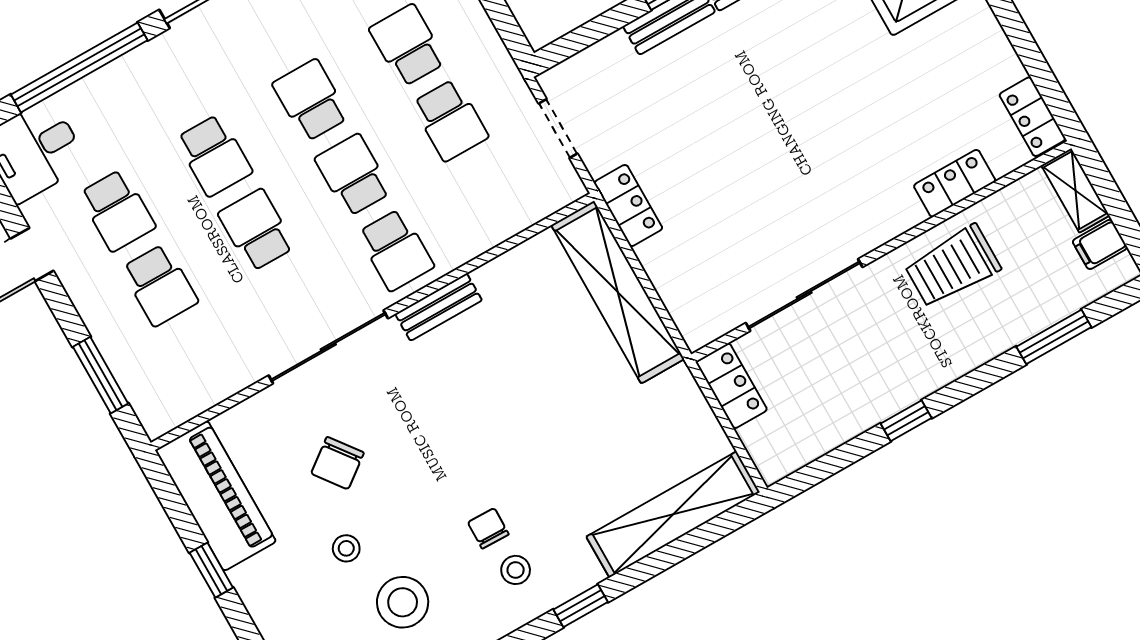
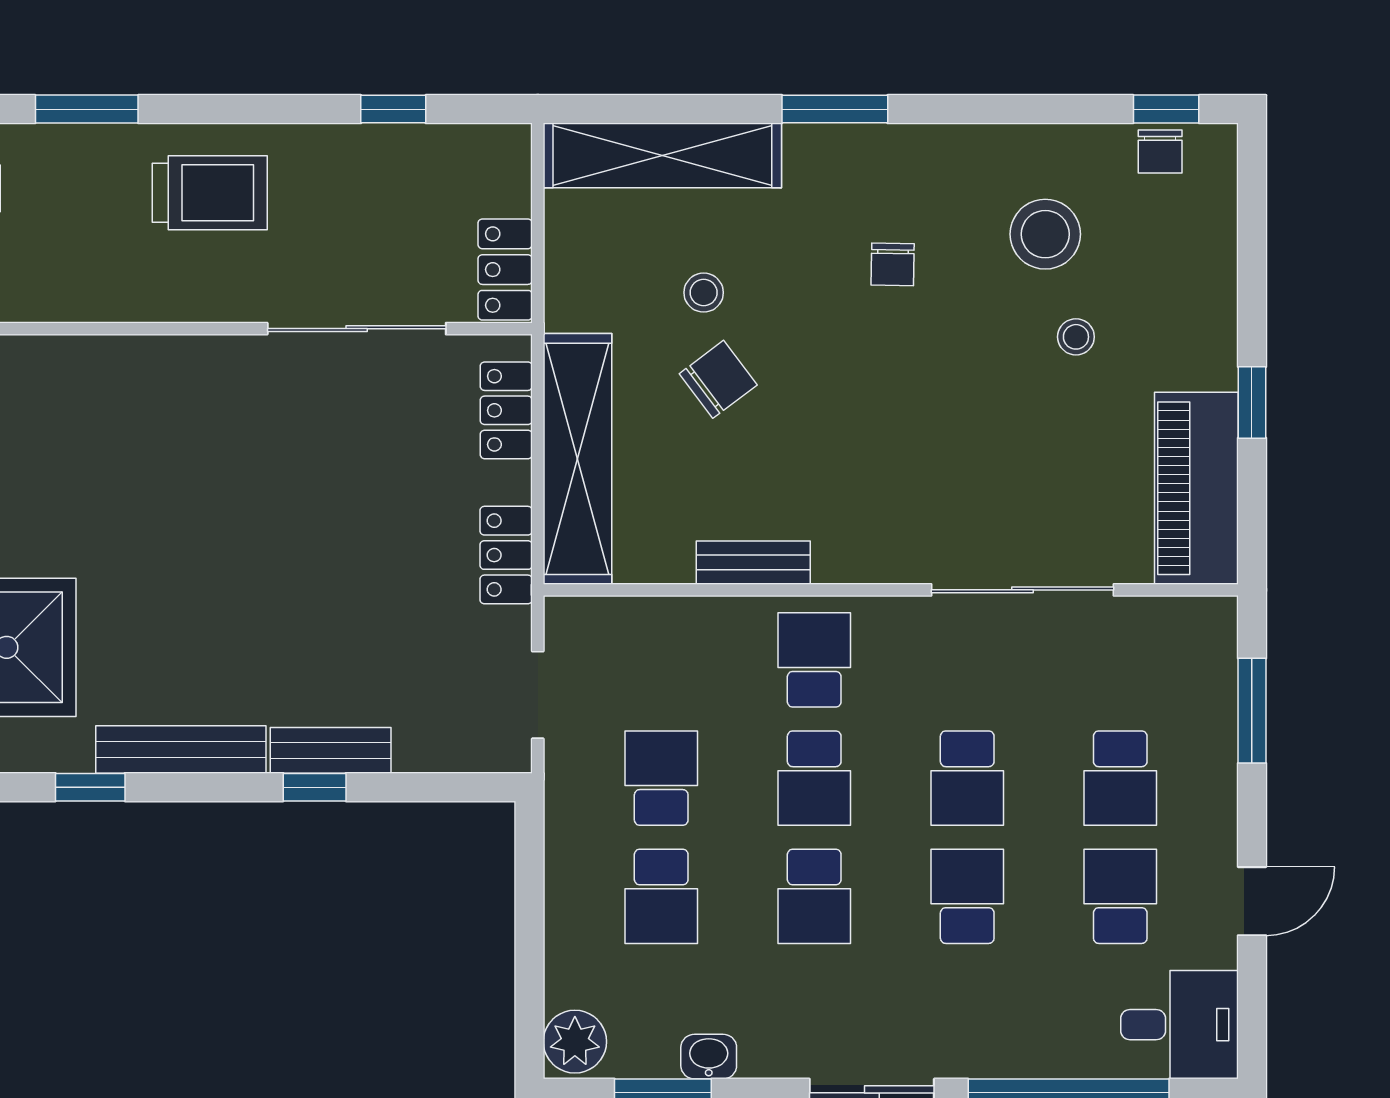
locker: (955, 183) -> (506, 410), moved, turned 90
trolley: (953, 266) -> (210, 193), moved
school desk: (160, 285) -> (1120, 778), turned 180
bench: (439, 307) -> (753, 563), moved
sliding door: (328, 347) -> (1022, 590), moved
window: (906, 421) -> (393, 109), moved
chair: (337, 463) -> (718, 379), moved
stool: (516, 570) -> (704, 293), moved
window: (581, 606) -> (835, 109), width x1.50

